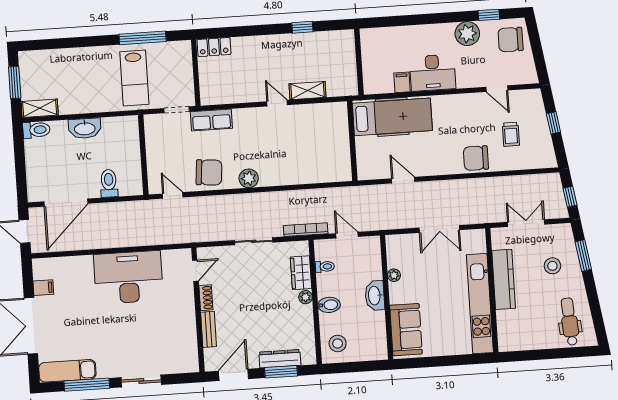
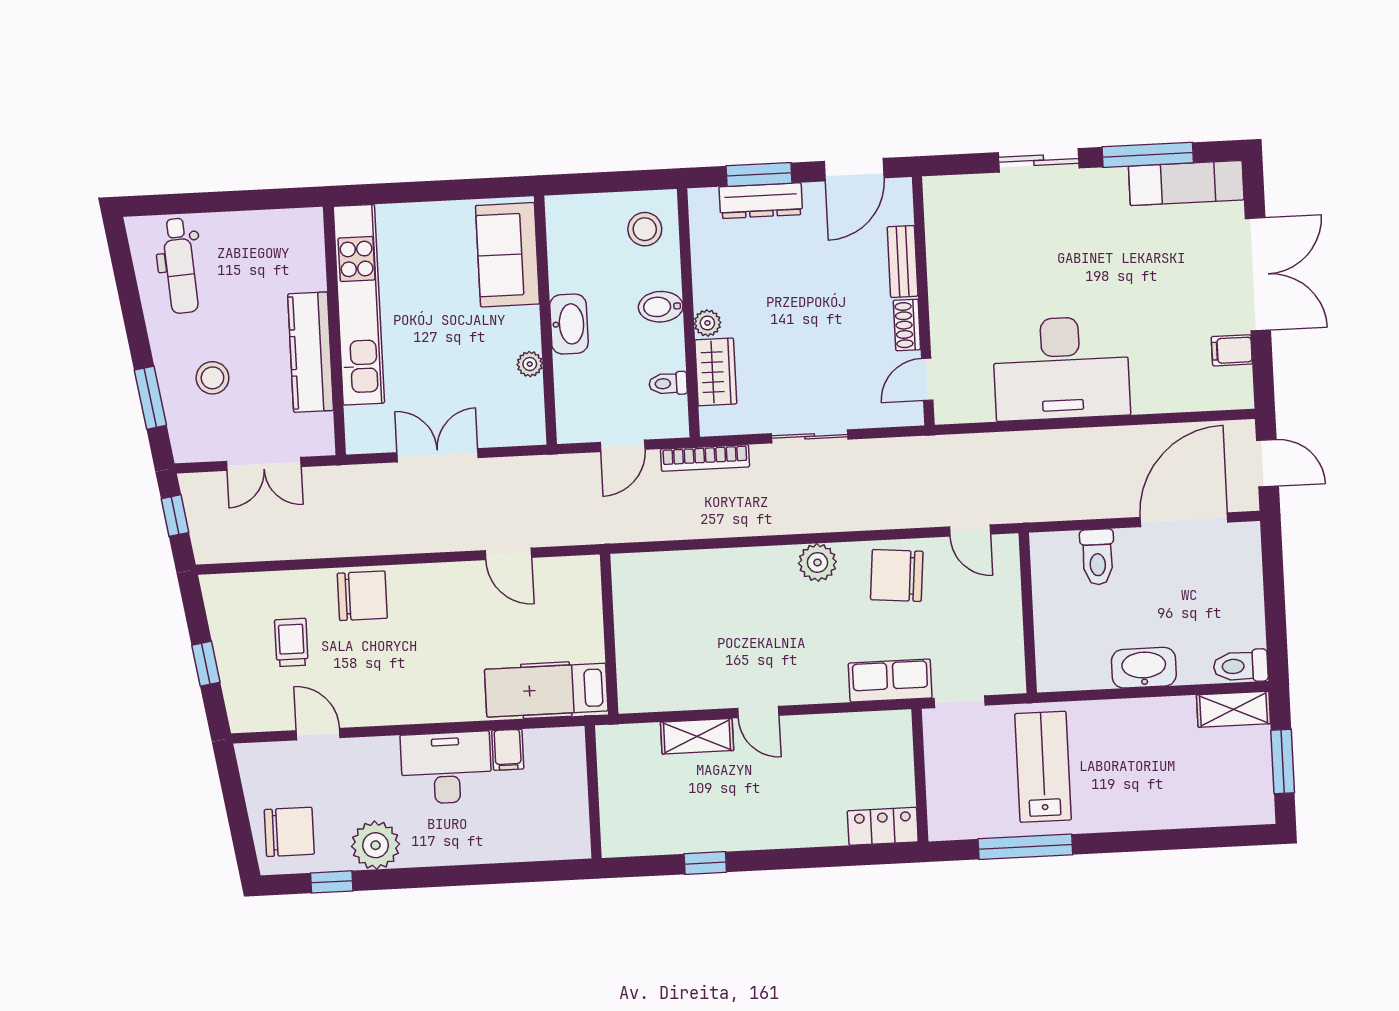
hospital bed: (392, 117) -> (546, 690), width x0.73, depth x0.78
door: (347, 235) -> (623, 446), hinge flipped

